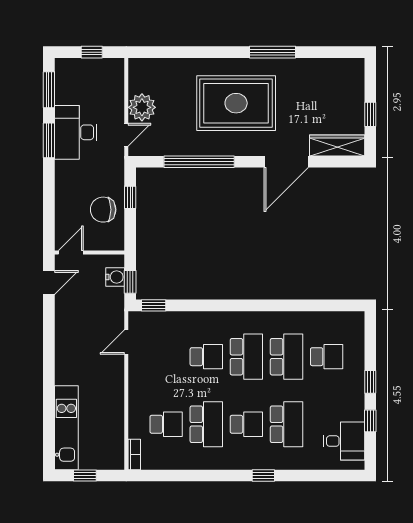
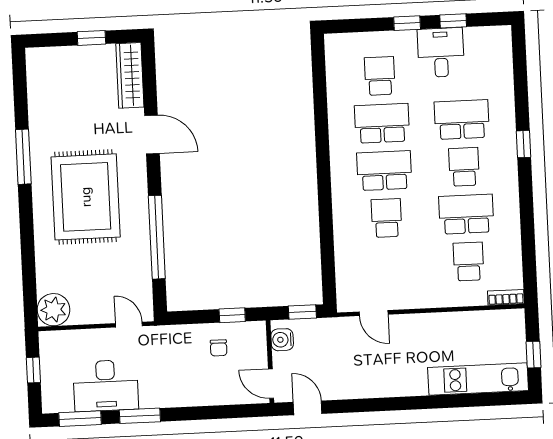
plant: (142, 107) -> (54, 310), moved
desk: (76, 132) -> (106, 386), moved
door: (286, 162) -> (152, 134), width x0.73
window: (130, 197) -> (232, 315), moved
chair: (103, 210) -> (219, 348), width x0.54, depth x0.54
water cooler: (115, 277) -> (282, 340), moved, turned -90
window: (154, 305) -> (329, 283), removed
desk: (344, 441) -> (441, 53), moved

